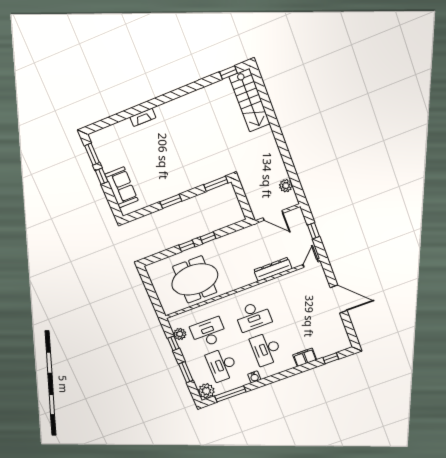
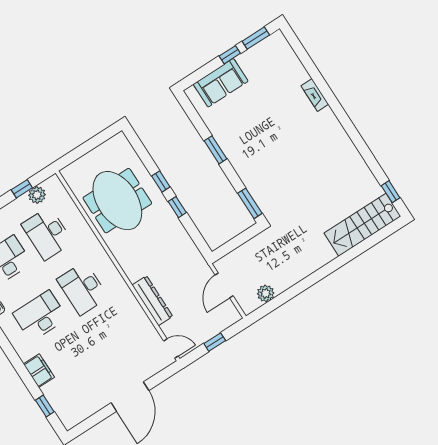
desk: (209, 332) -> (47, 233), turned 180

